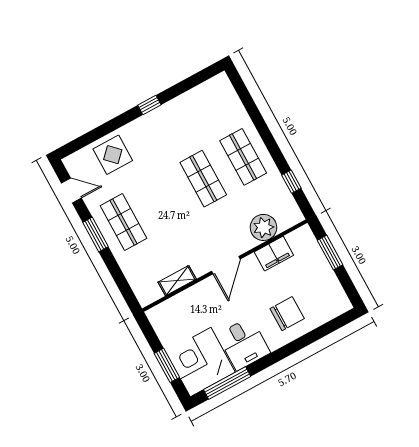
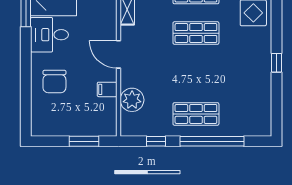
window: (261, 126) -> (212, 141), added
shop shelf: (203, 179) -> (196, 33), moved
filing cabinet: (274, 254) -> (107, 89), width x0.50

